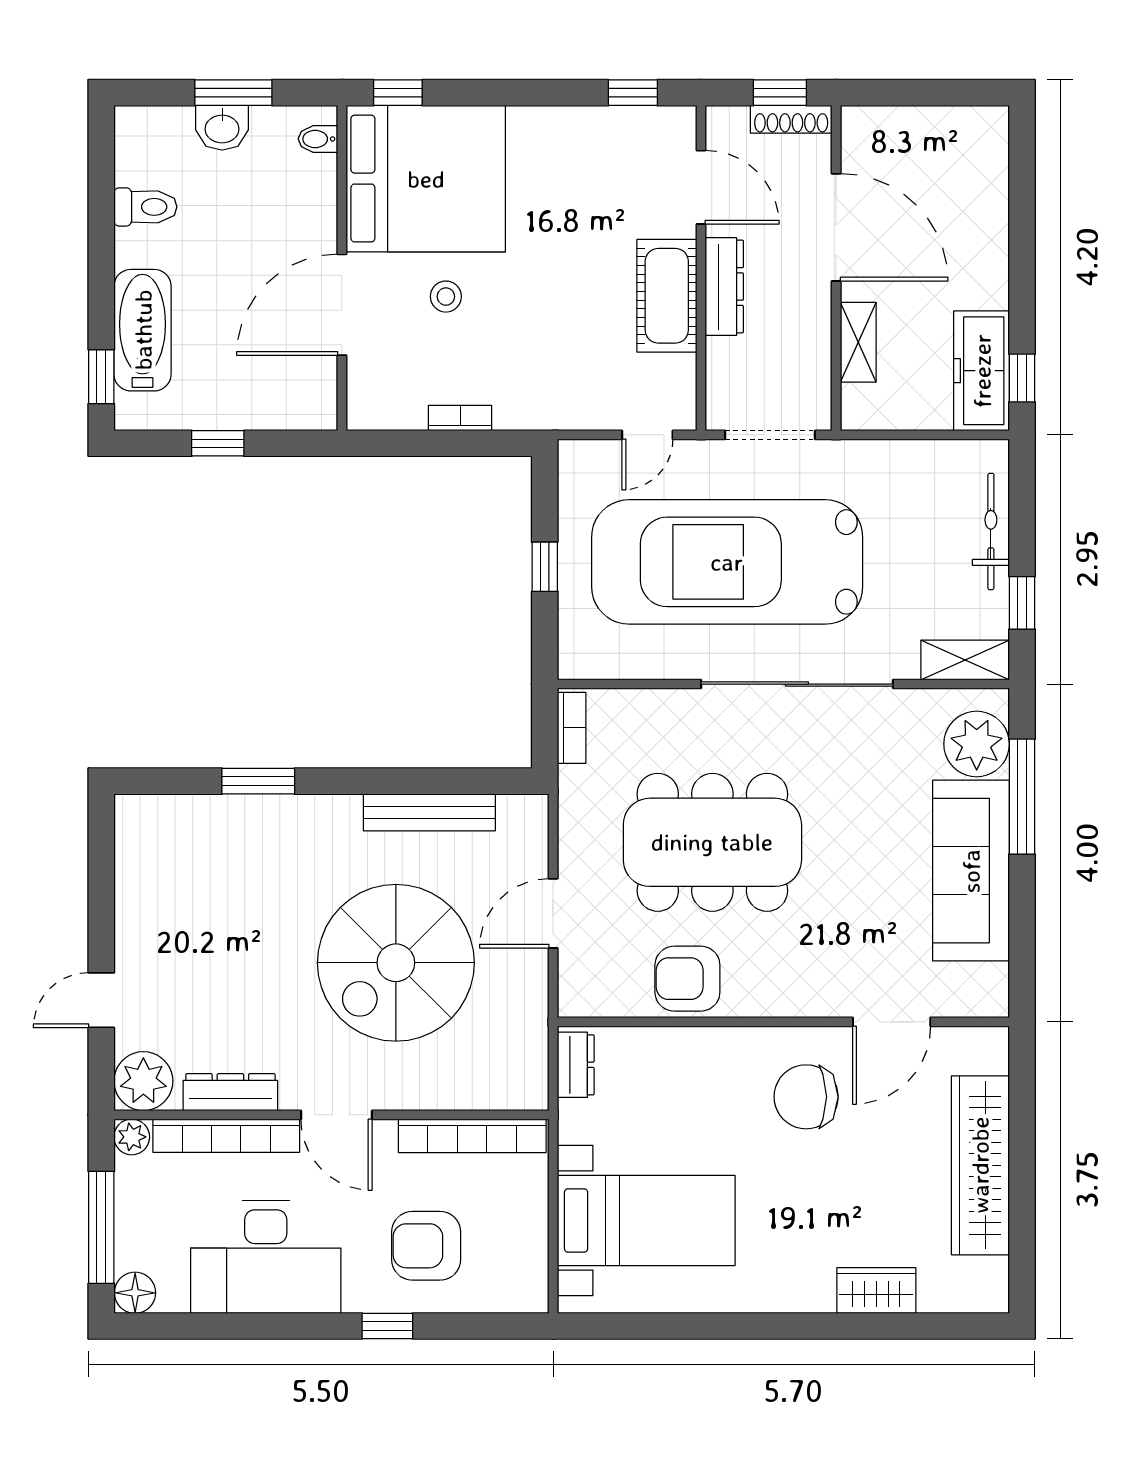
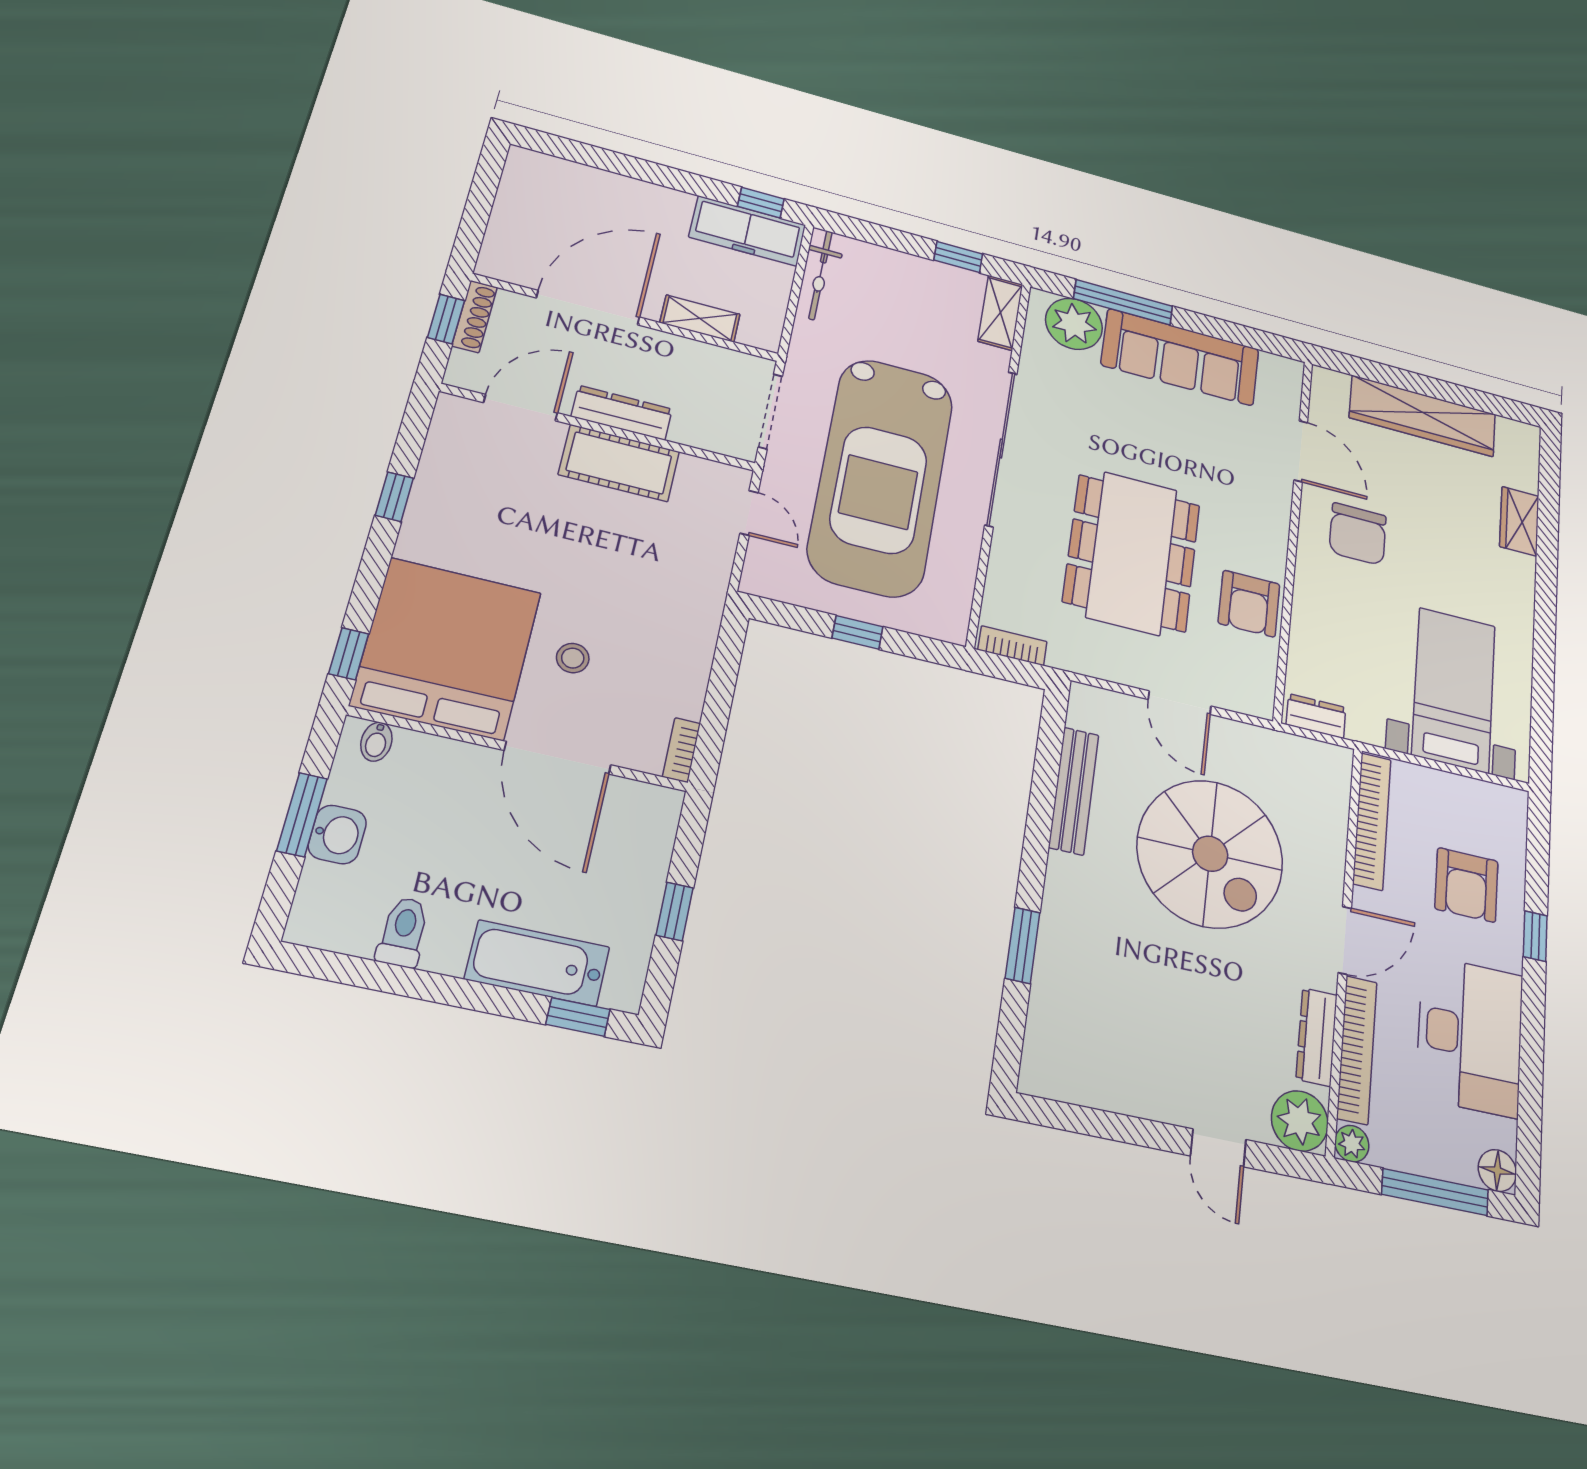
window: (633, 93) -> (394, 497), moved
bookcase: (460, 418) -> (681, 750), moved
bicycle: (991, 531) -> (820, 275), moved, turned -90

